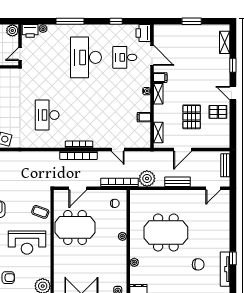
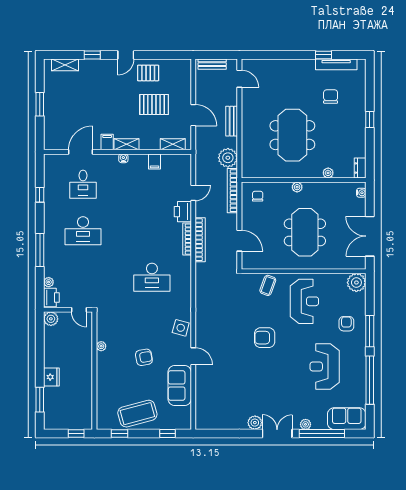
printer: (143, 33) -> (183, 212), moved, turned 90
desk: (86, 57) -> (83, 231), width x0.73, depth x0.77
pallet: (218, 112) -> (148, 73), turned 90
meeting table: (75, 227) -> (305, 232), moved

